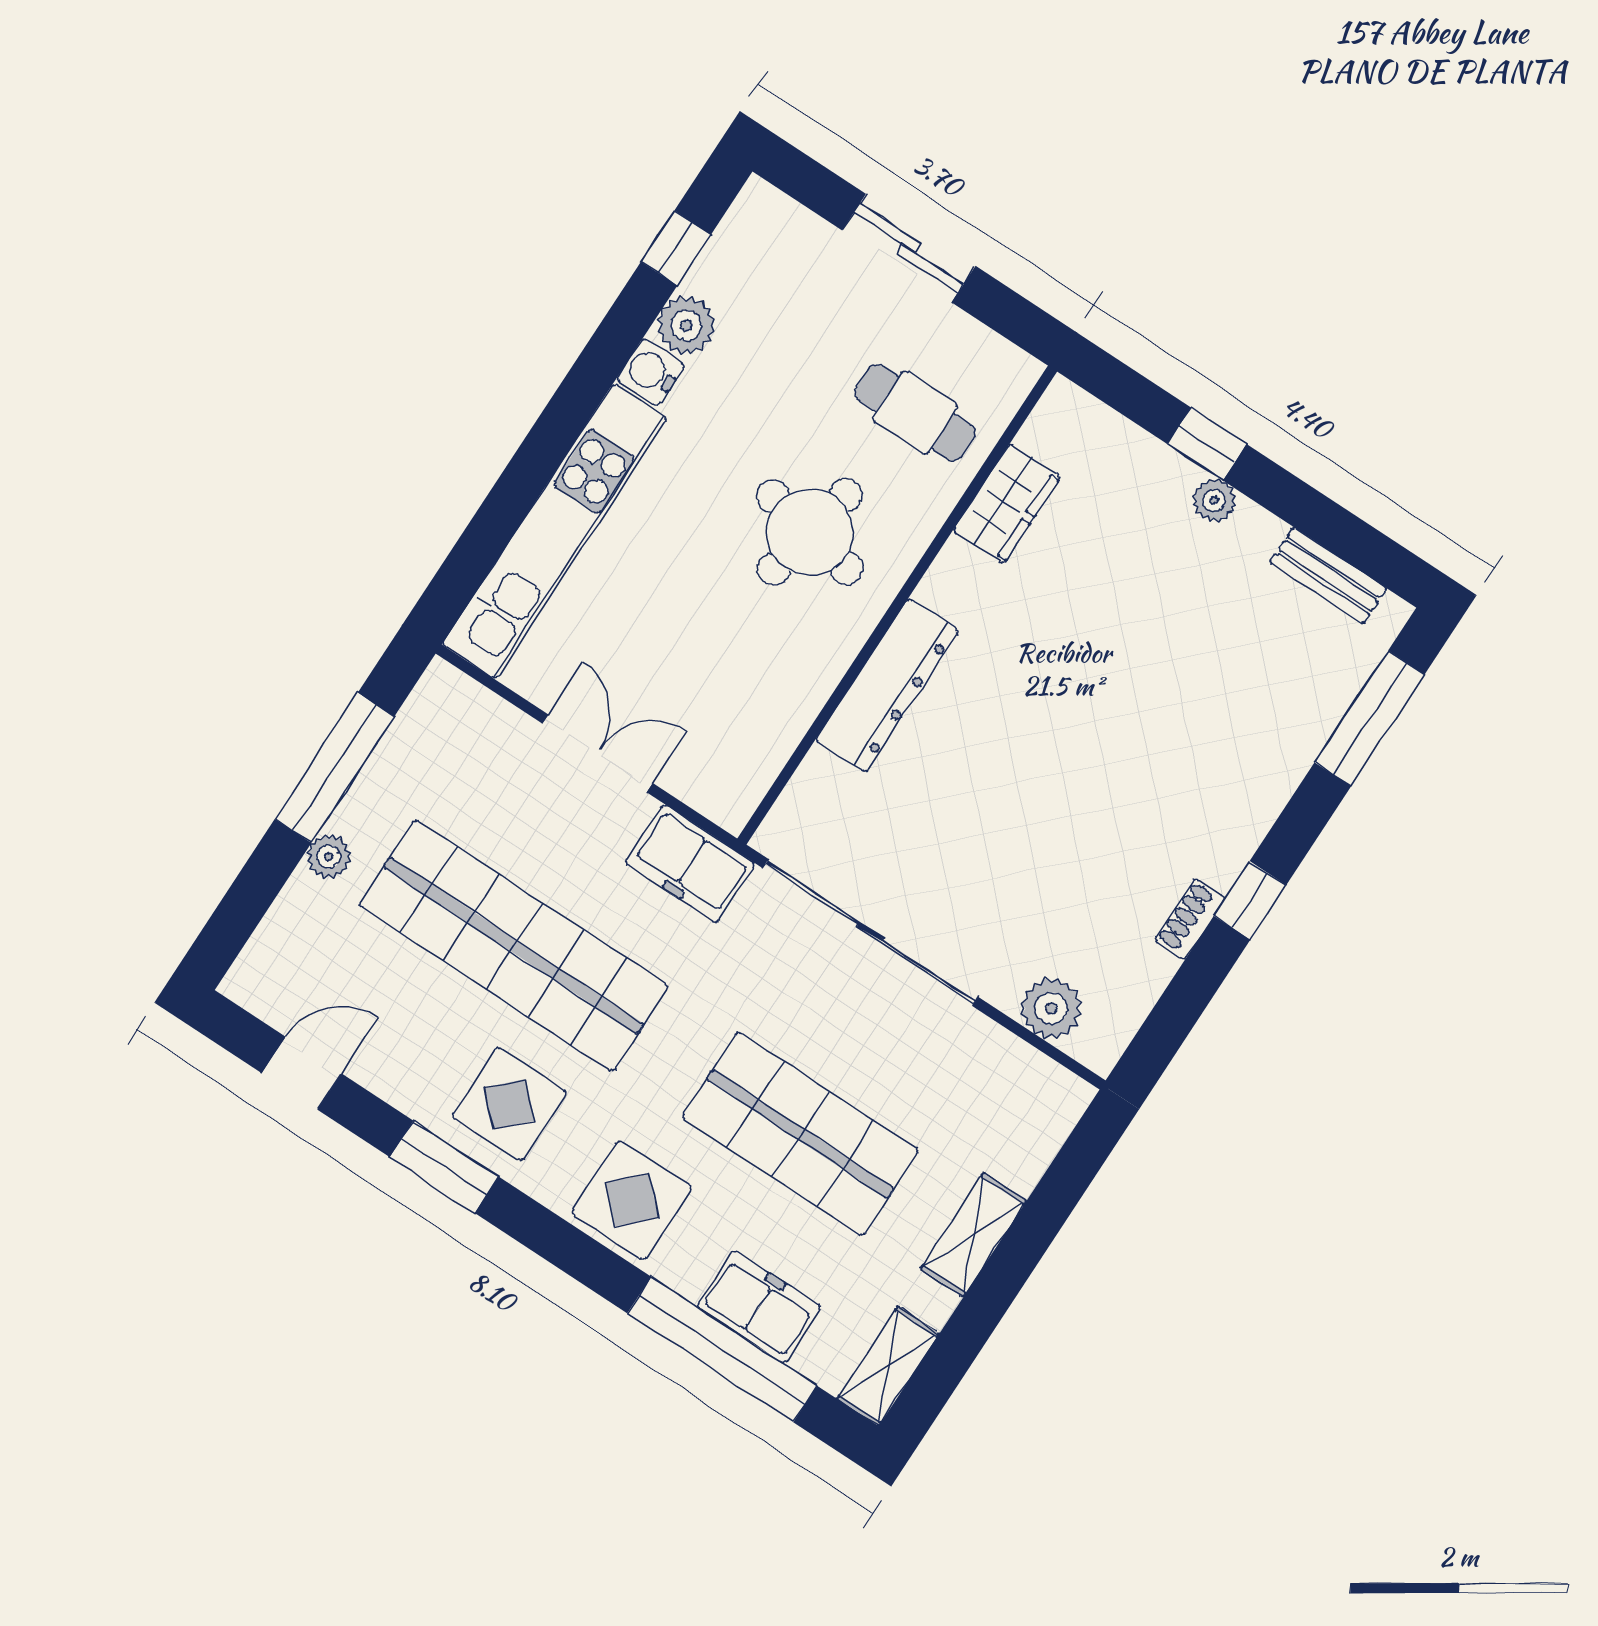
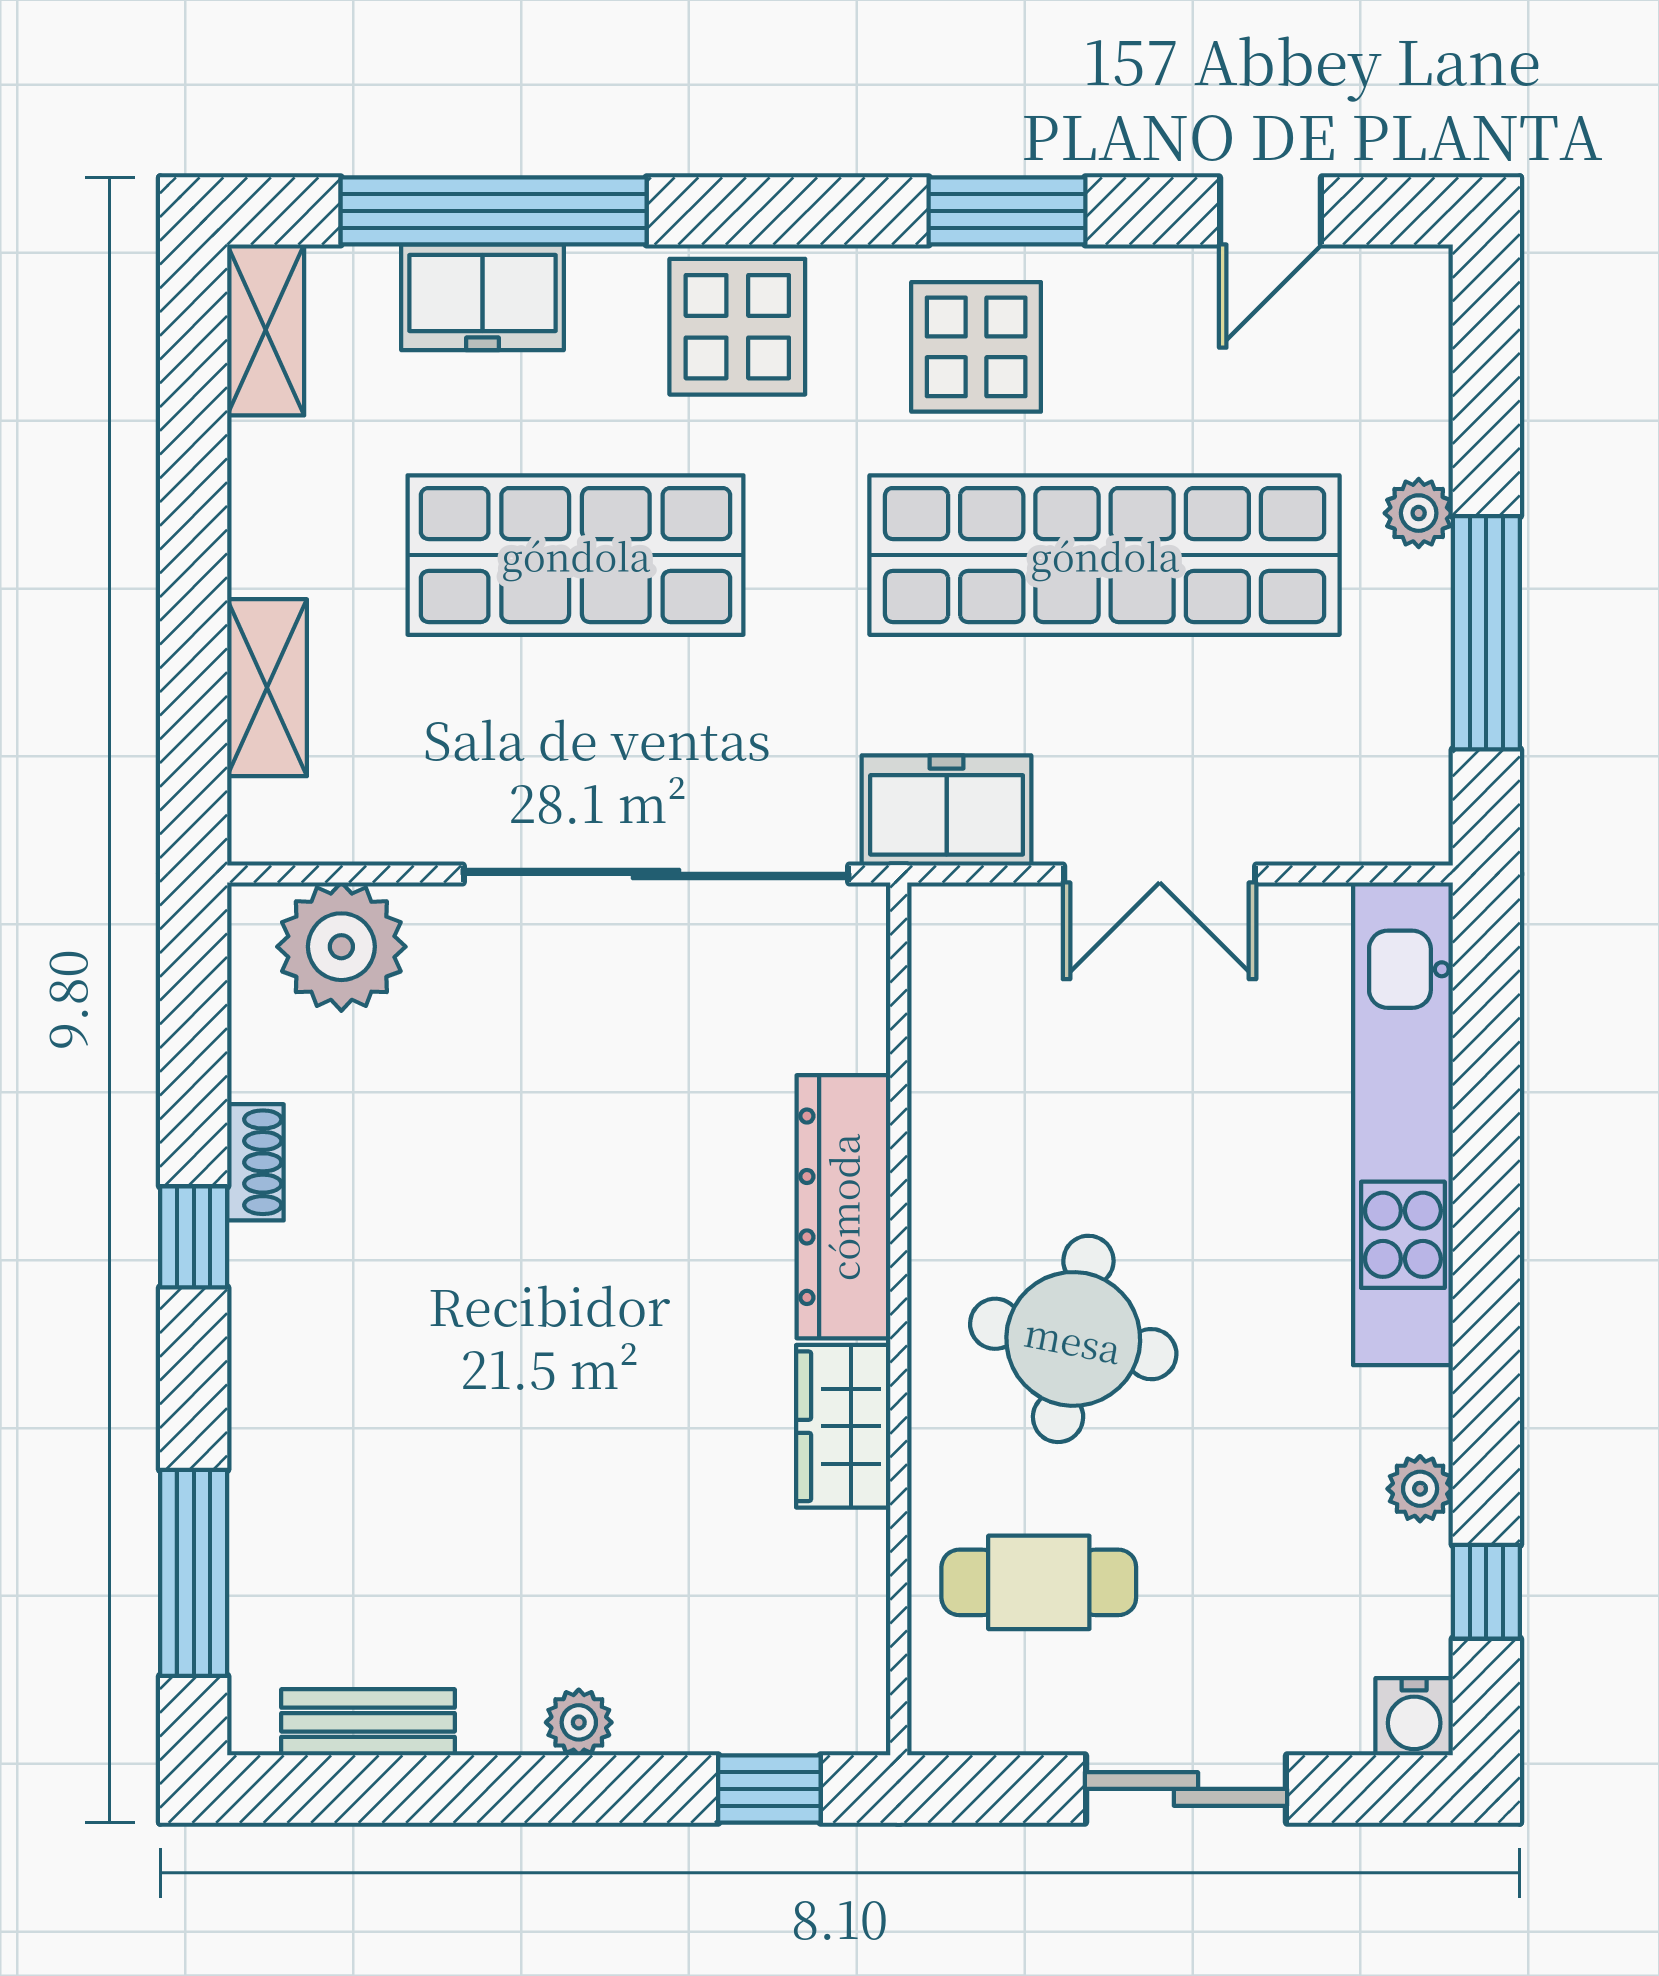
plant: (686, 325) -> (1420, 1489), width x0.73, depth x0.73
water cooler: (651, 372) -> (1414, 1717), moved, turned 90
window: (1207, 444) -> (769, 1789), moved
wardrobe: (1007, 504) -> (843, 1426), moved
plant: (1051, 1008) -> (341, 947), width x1.36, depth x1.36
shelving: (973, 1235) -> (267, 688), moved

